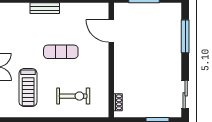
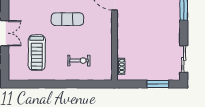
exercise bike: (73, 96) -> (79, 61), width x0.73, depth x0.72

